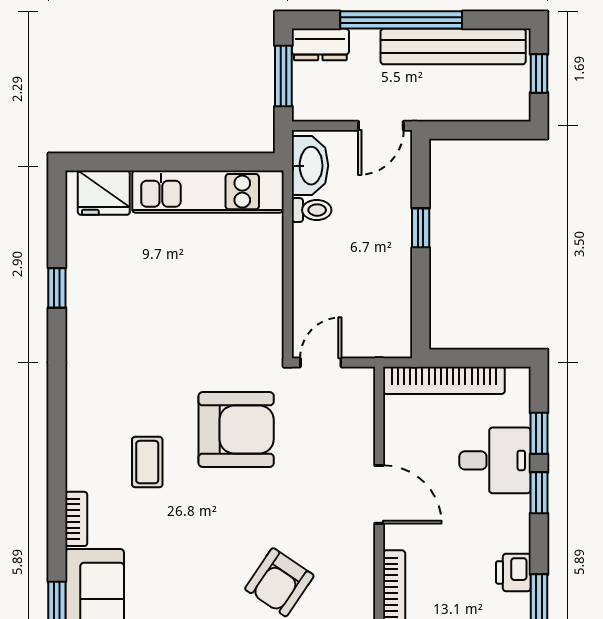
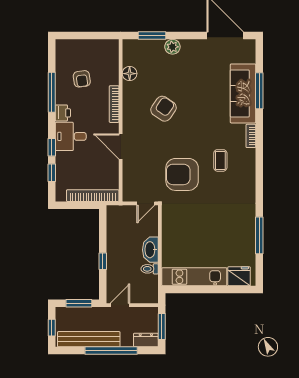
window: (476, 130) -> (79, 303), added
washbasin: (310, 166) -> (150, 250), moved
window: (57, 288) -> (259, 235), width x2.17
desk: (495, 460) -> (71, 136), moved

